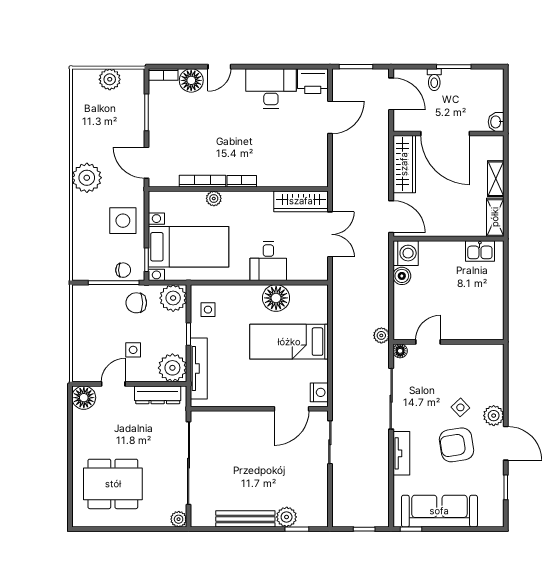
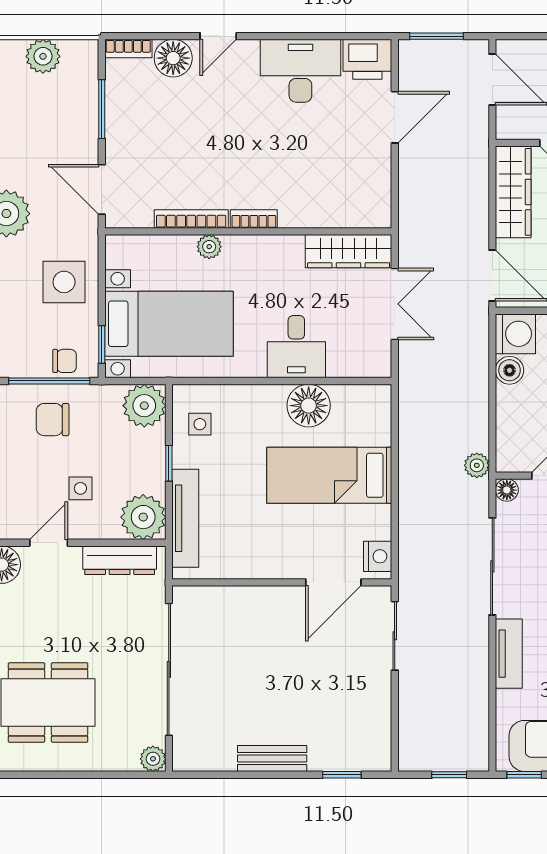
chair: (136, 303) -> (53, 420), moved
plant: (287, 517) -> (325, 755), removed
bench: (245, 519) -> (272, 758), width x0.73

